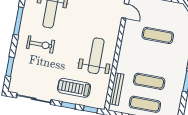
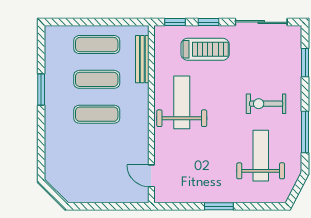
exercise mat: (158, 35) -> (97, 114), moved
weight bench: (96, 56) -> (182, 102), turned 180

